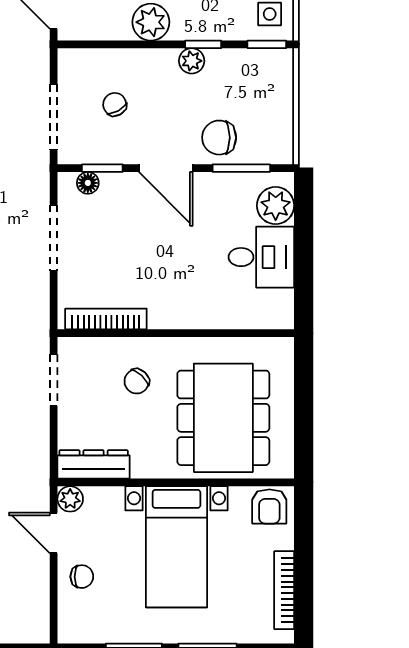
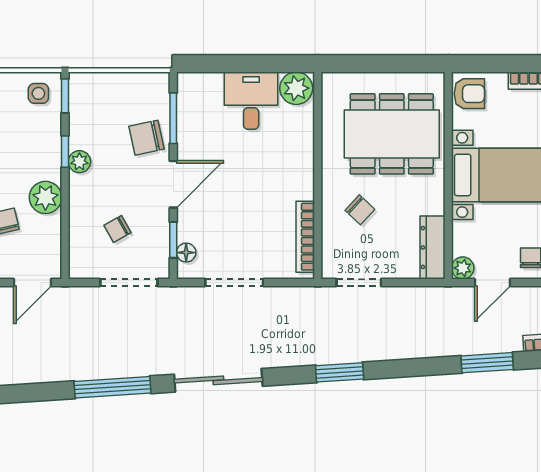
chair: (219, 138) -> (146, 138), turned 78
plant: (276, 206) -> (296, 88), moved

